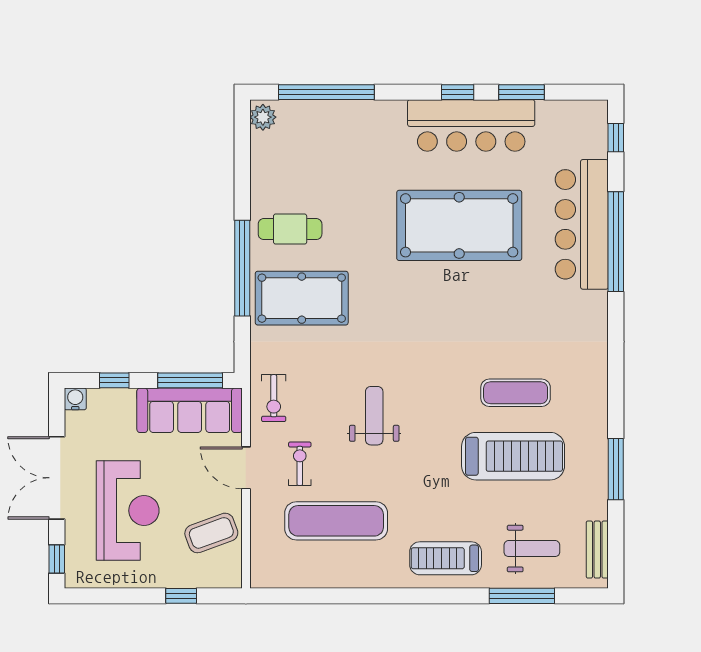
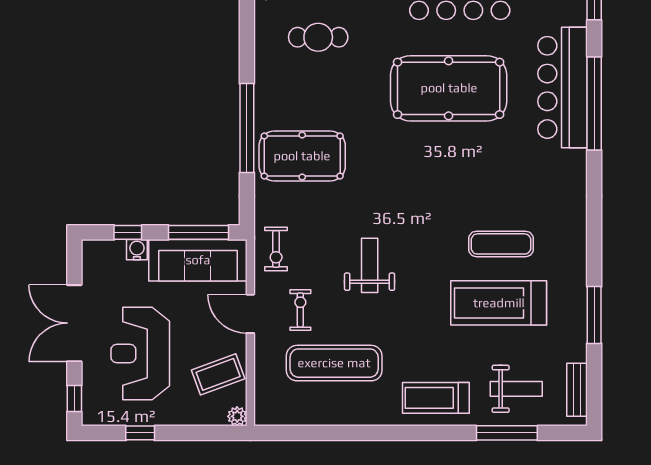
cafe table: (290, 229) -> (318, 37), moved
water cooler: (75, 399) -> (137, 250), moved
treadmill: (513, 456) -> (499, 303), turned 180
reception desk: (128, 511) -> (140, 353), turned 180
plant: (232, 578) -> (237, 416), added
window: (181, 596) -> (140, 433), moved

